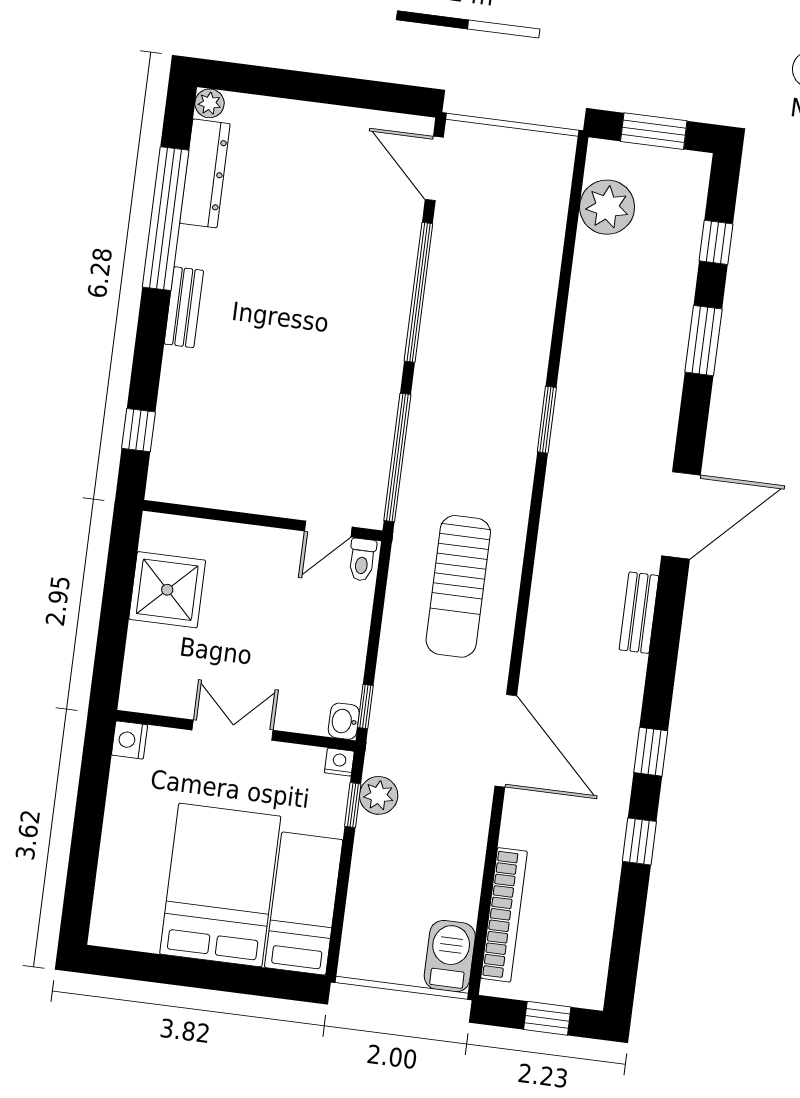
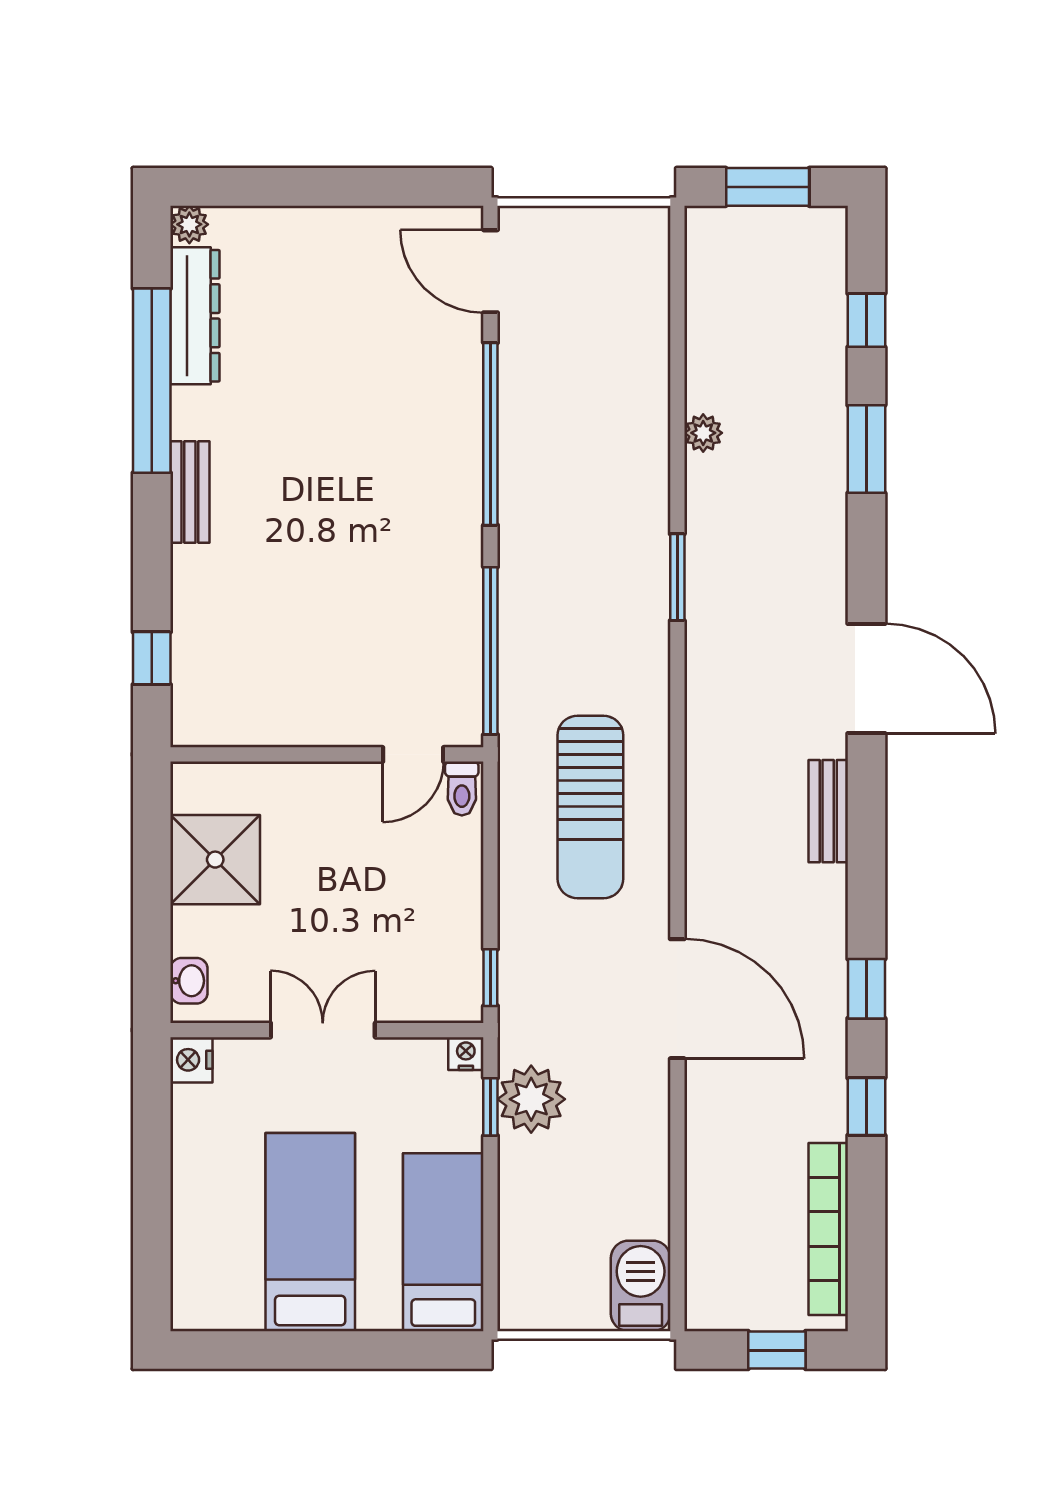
plant: (607, 207) -> (703, 433), moved, width x0.53, depth x0.53
door: (681, 515) -> (866, 679), hinge flipped
washbasin: (344, 721) -> (189, 981), moved, turned 180
plant: (379, 795) -> (531, 1099), width x1.36, depth x1.36
bed: (220, 885) -> (310, 1232), width x0.67
bookcase: (504, 915) -> (828, 1229), moved, turned 180

